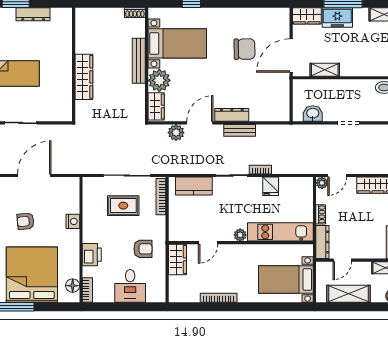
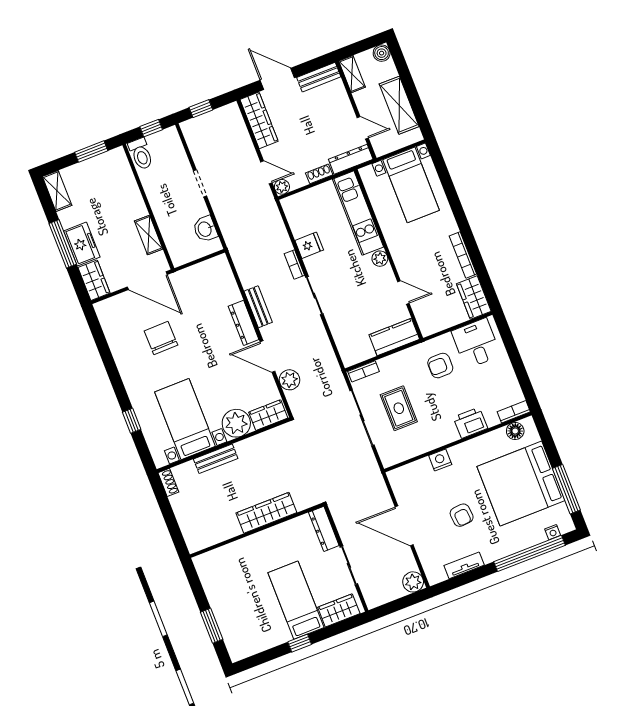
dresser: (33, 14) -> (324, 529), moved, turned 180
bench: (139, 61) -> (216, 459), width x0.73
kitchen counter: (194, 186) -> (394, 337), moved, turned -90
bookcase: (161, 197) -> (363, 371), width x0.64
armchair: (143, 249) -> (440, 366), turned -90
wardrobe: (177, 259) -> (474, 298), moved, turned -90
desk: (130, 286) -> (476, 343), moved, turned -90

